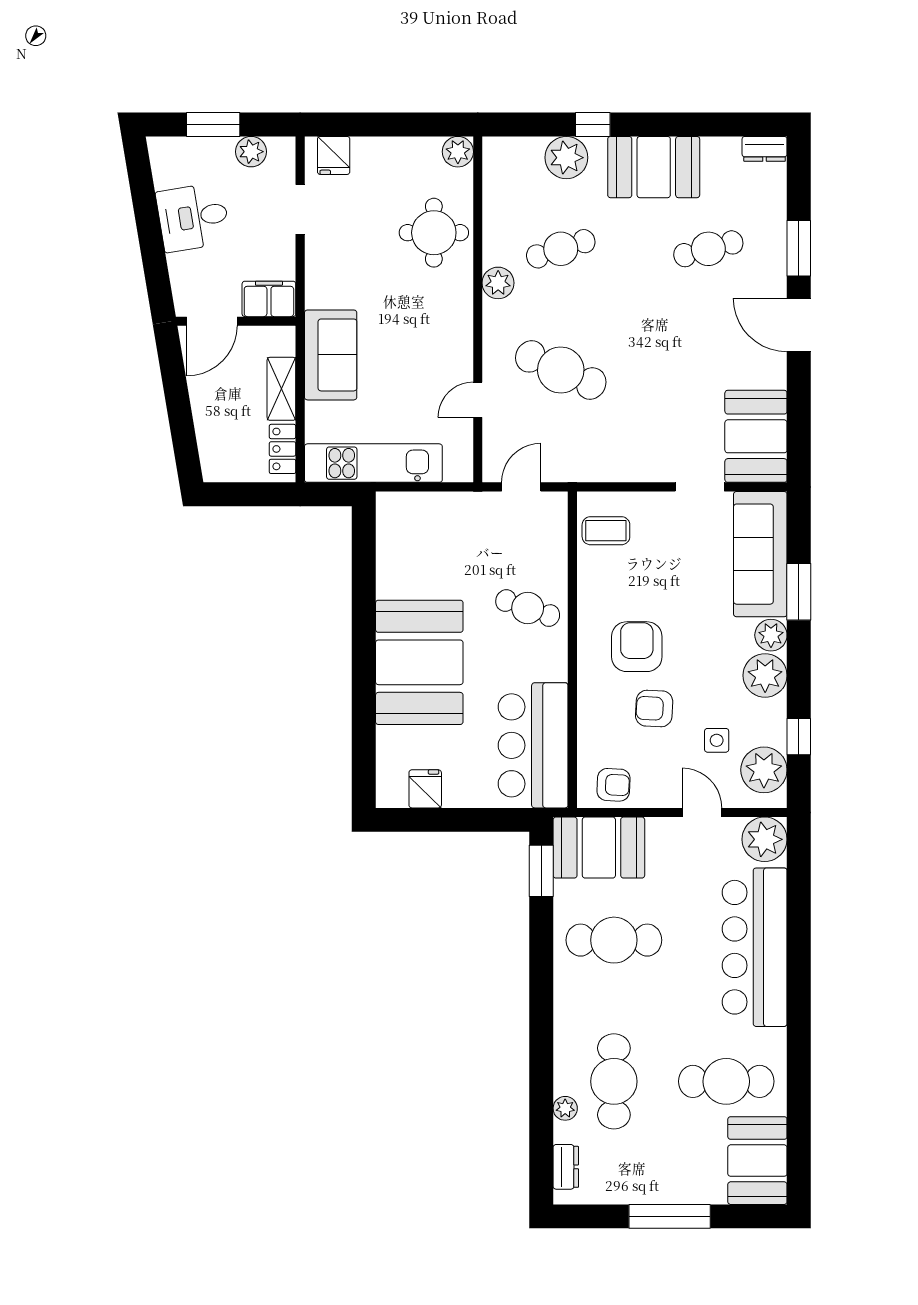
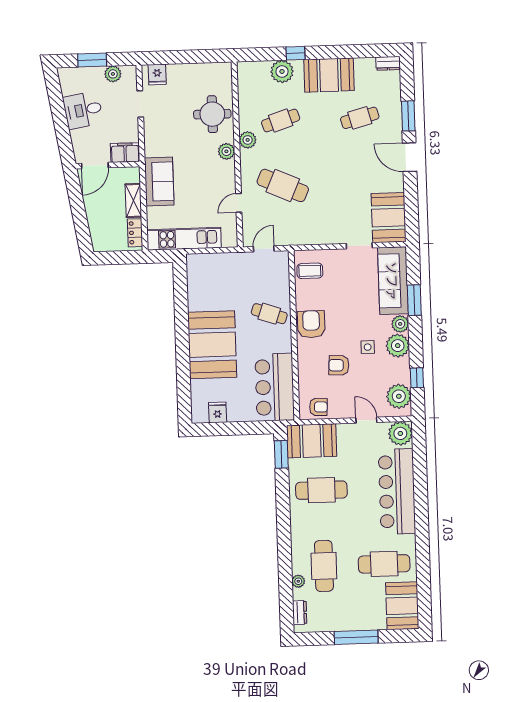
plant: (458, 152) -> (226, 151), moved
armchair: (637, 647) -> (311, 324), moved
side table: (717, 740) -> (368, 347), moved

